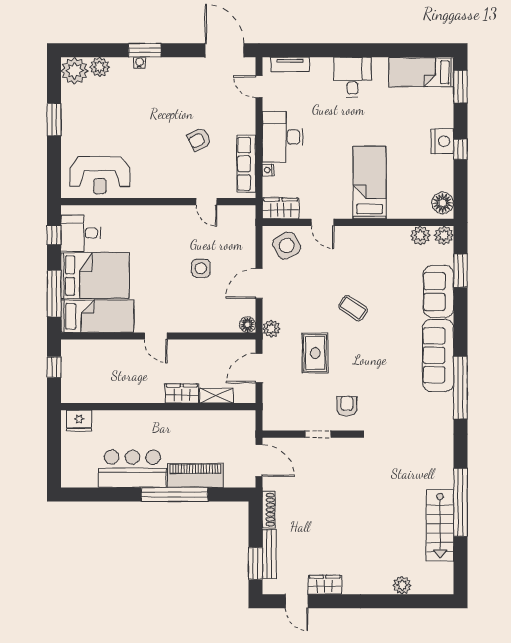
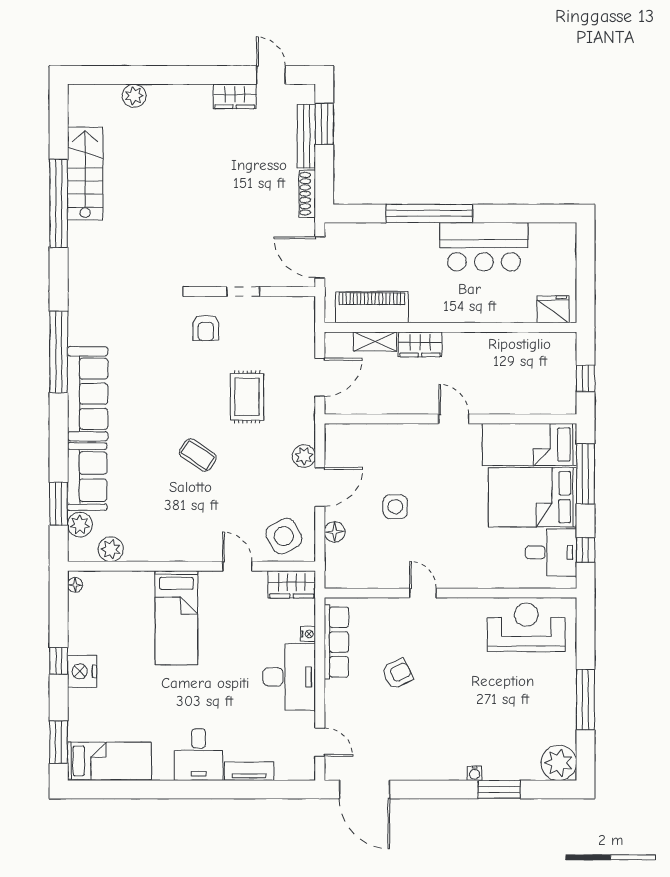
window: (145, 50) -> (499, 789), moved
tv unit: (290, 64) -> (249, 771), moved
plant: (100, 67) -> (526, 768), removed
window: (54, 120) -> (585, 700), width x1.44
door: (206, 202) -> (423, 593), moved
floor lamp: (443, 203) -> (75, 585), width x0.53, depth x0.53
plant: (444, 235) -> (80, 525), moved
floor lamp: (248, 325) -> (335, 532), moved
plant: (271, 329) -> (304, 456), moved
piano: (195, 475) -> (372, 307), moved, turned 180

